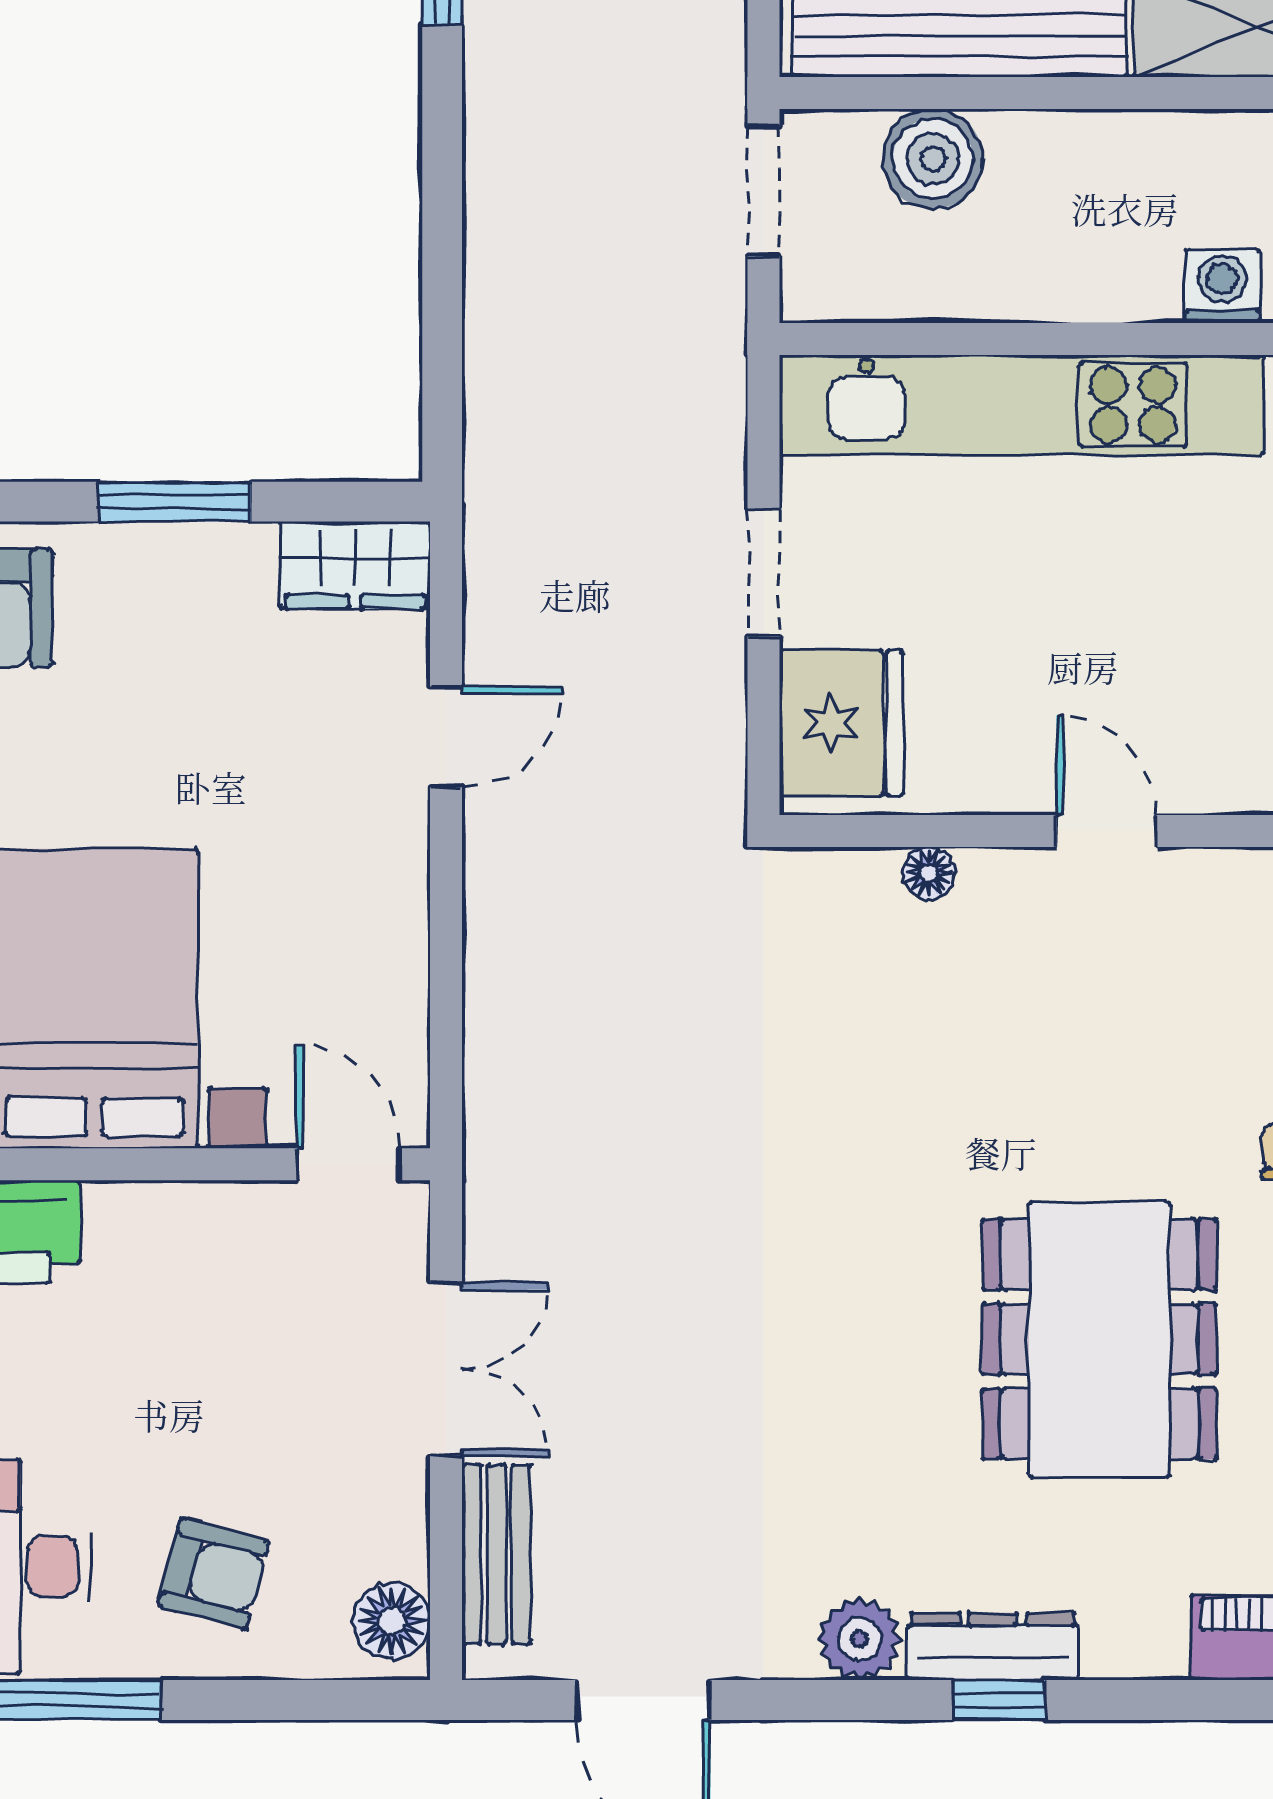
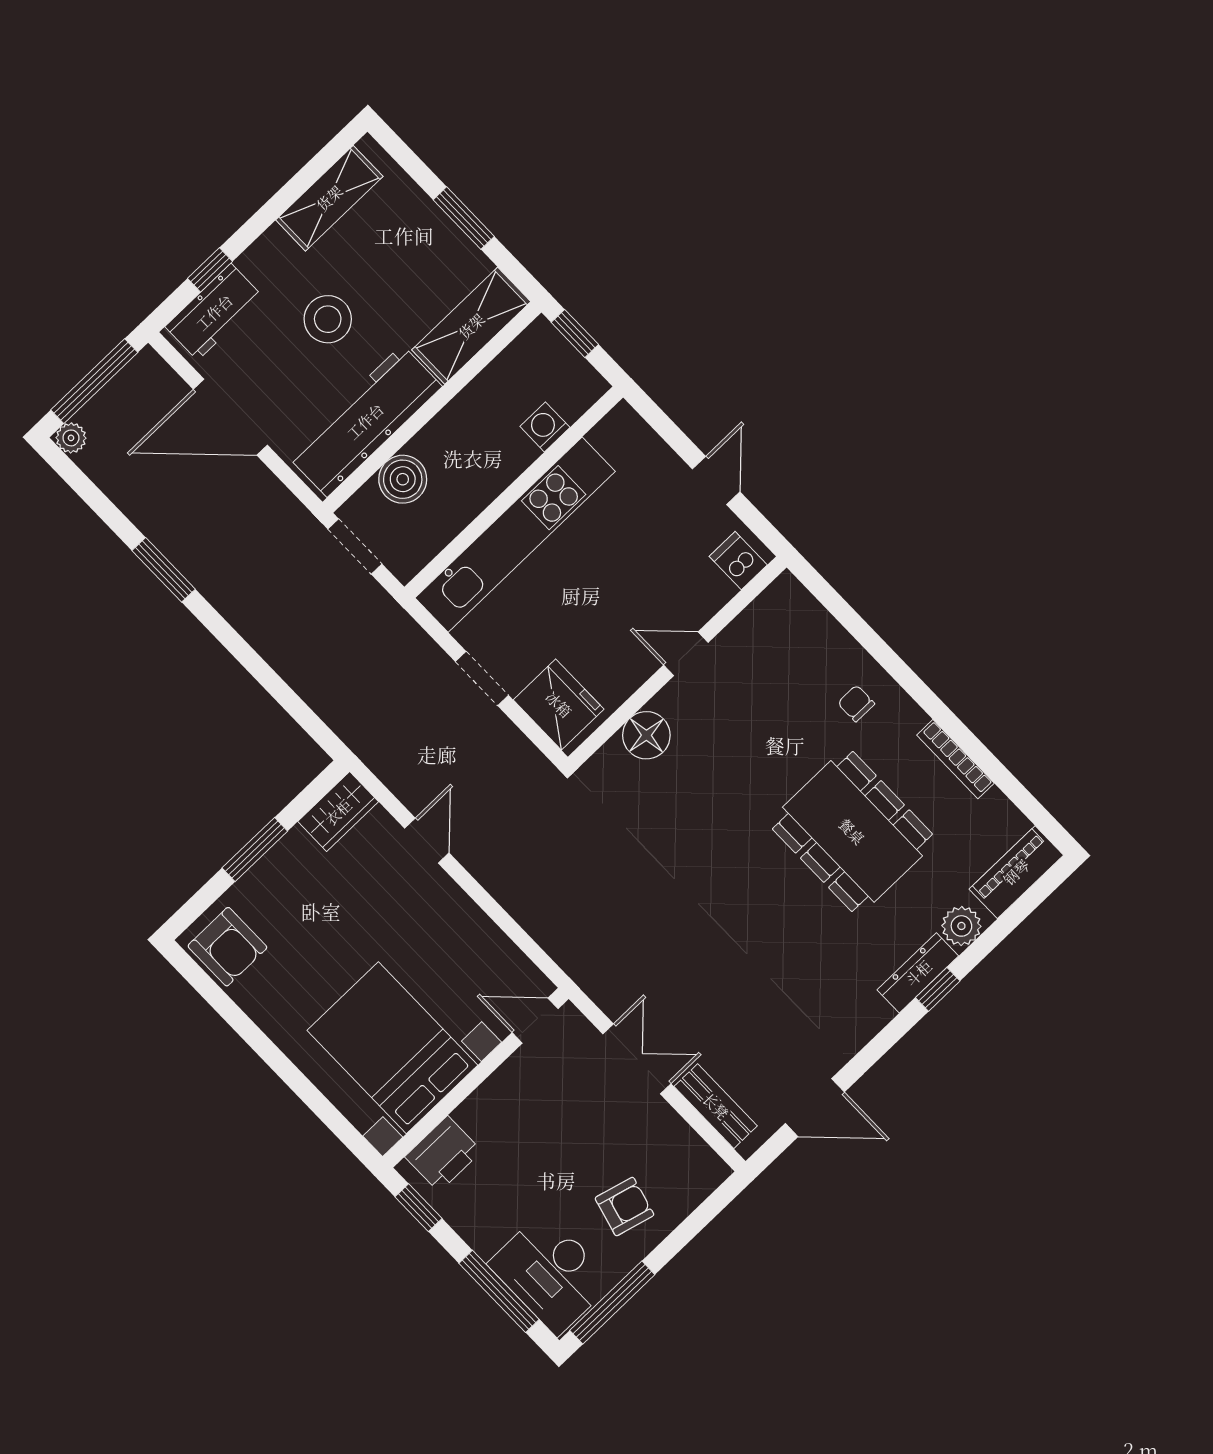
floor lamp: (929, 873) -> (646, 735), width x1.89, depth x1.89
floor lamp: (392, 1621) -> (702, 1164), removed
plant: (860, 1639) -> (961, 926), moved

